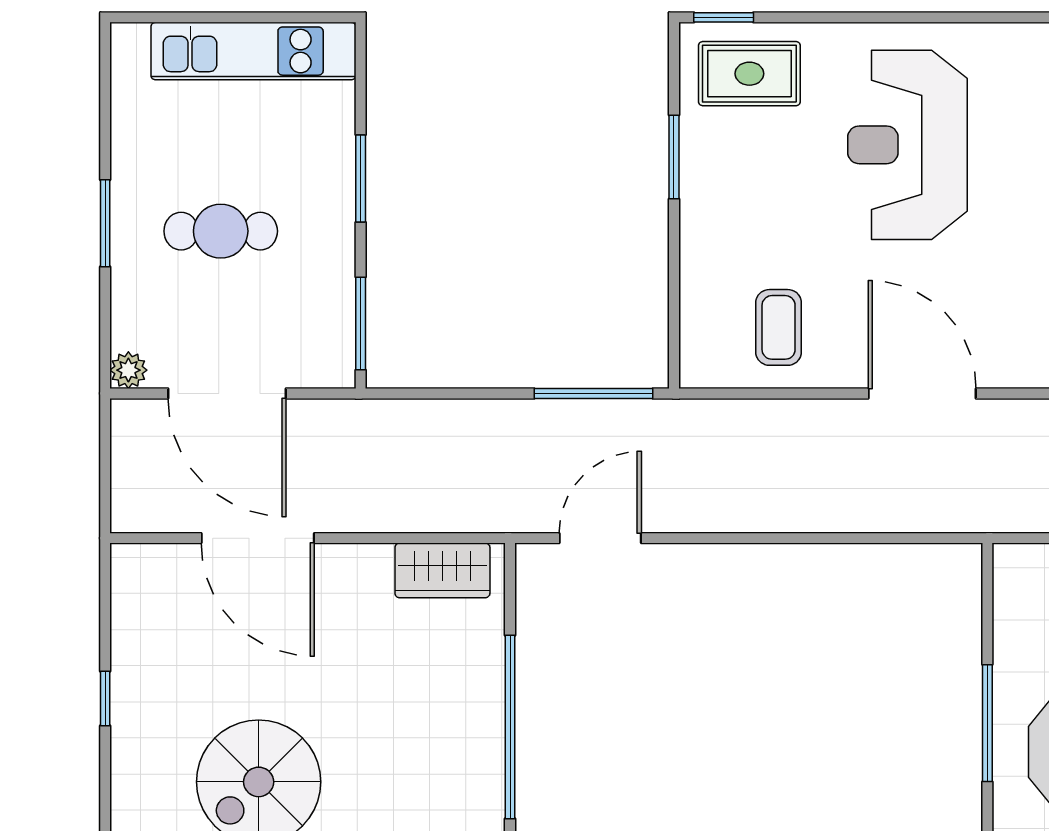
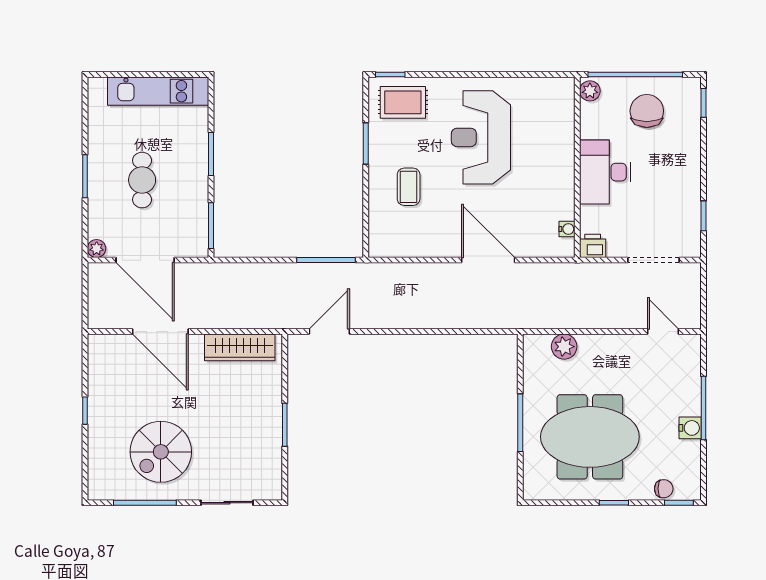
cafe table: (221, 231) -> (142, 180), turned 90
coffee table: (779, 327) -> (409, 187), moved
wardrobe: (442, 570) -> (240, 347), width x1.50
window: (510, 727) -> (285, 425), width x0.47

